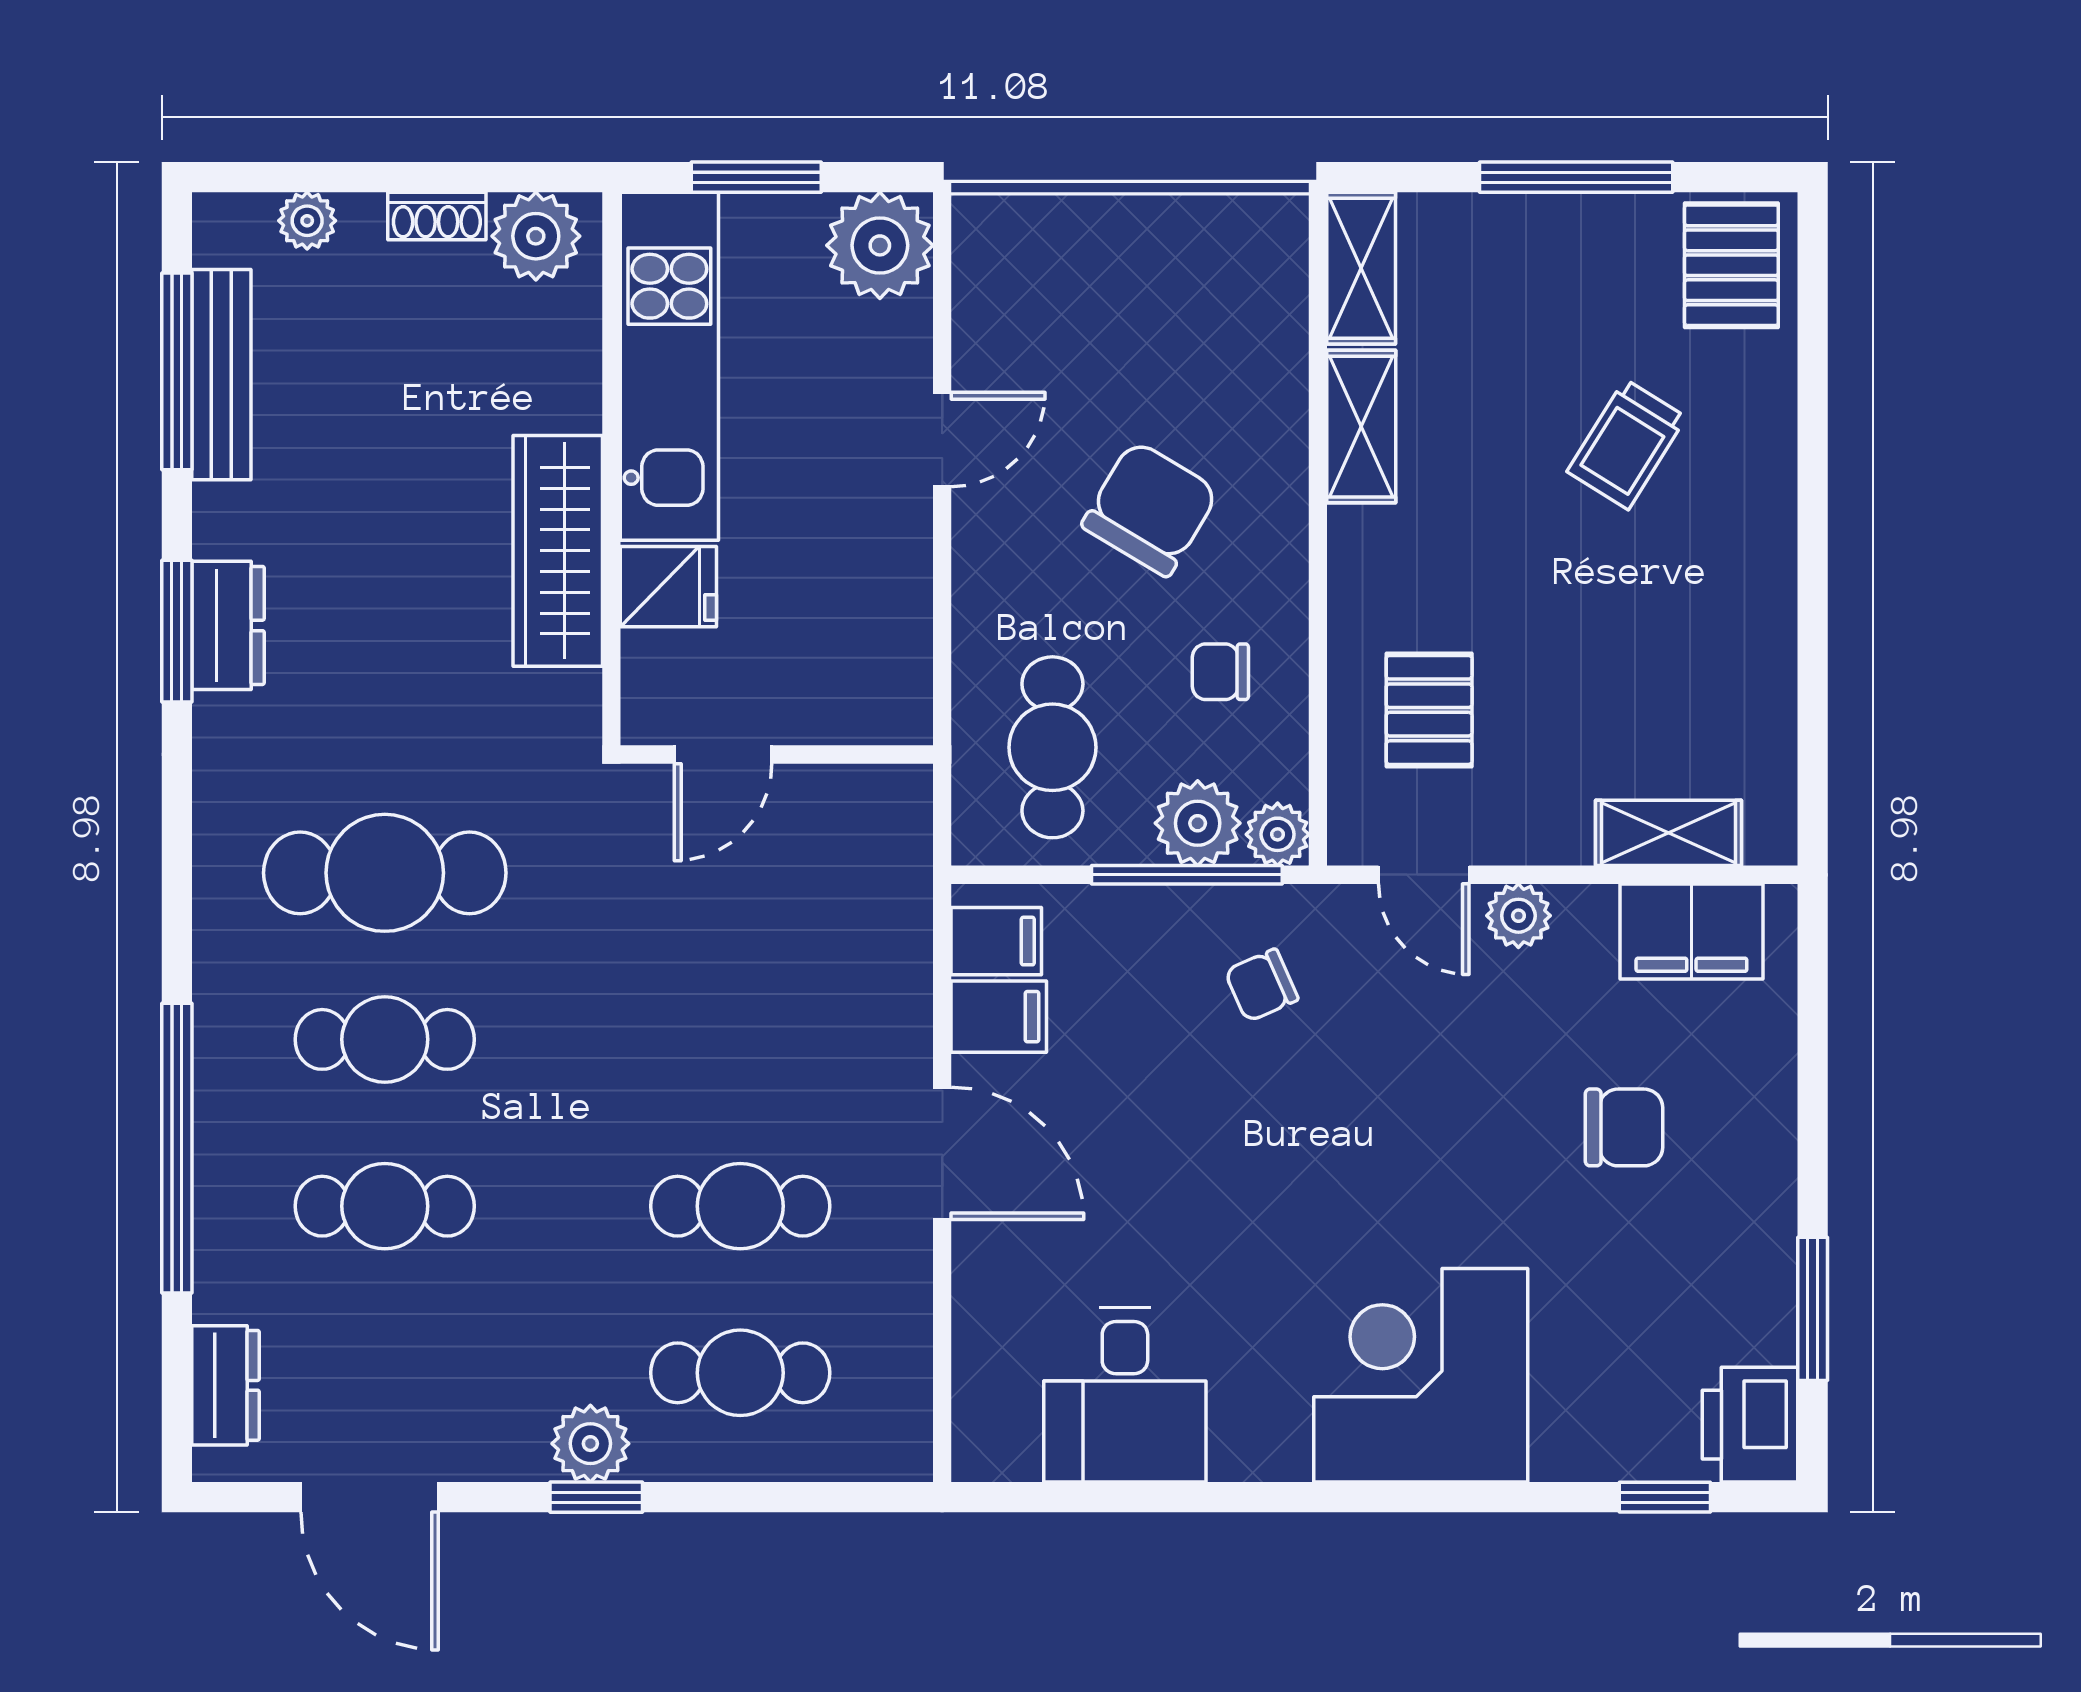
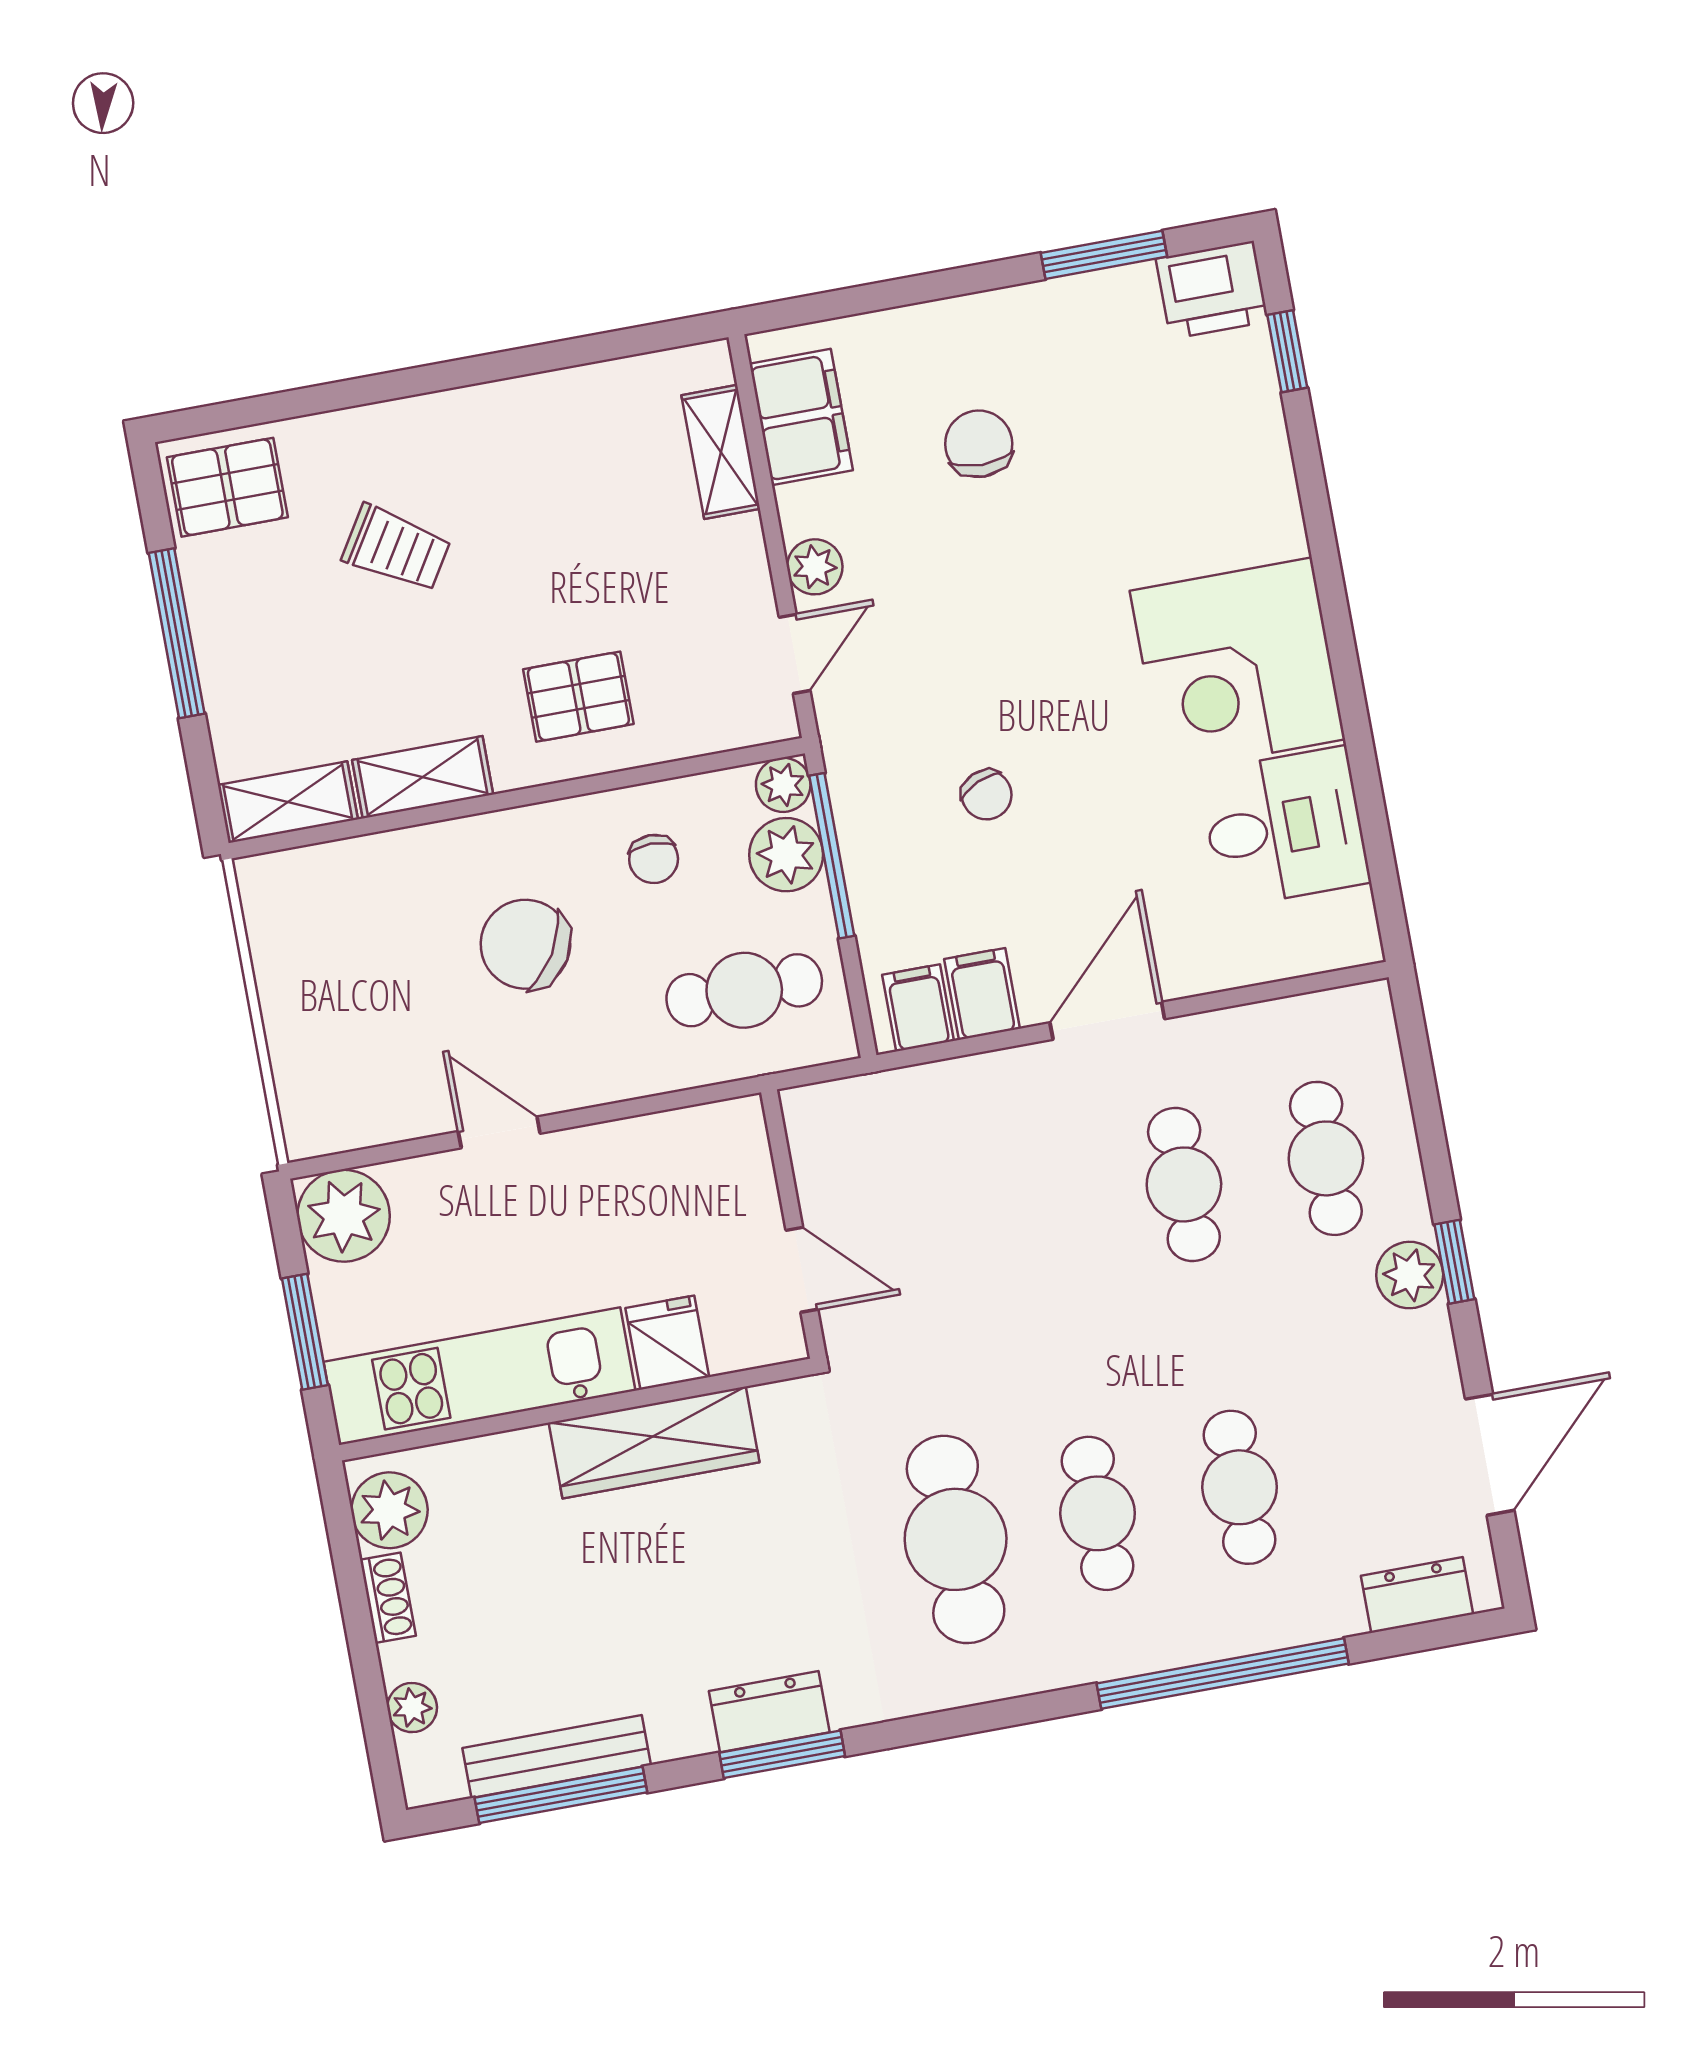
pallet: (1429, 710) -> (578, 697), moved
chair: (1261, 985) -> (987, 795), moved
corner desk: (1421, 1375) -> (1237, 665), moved

